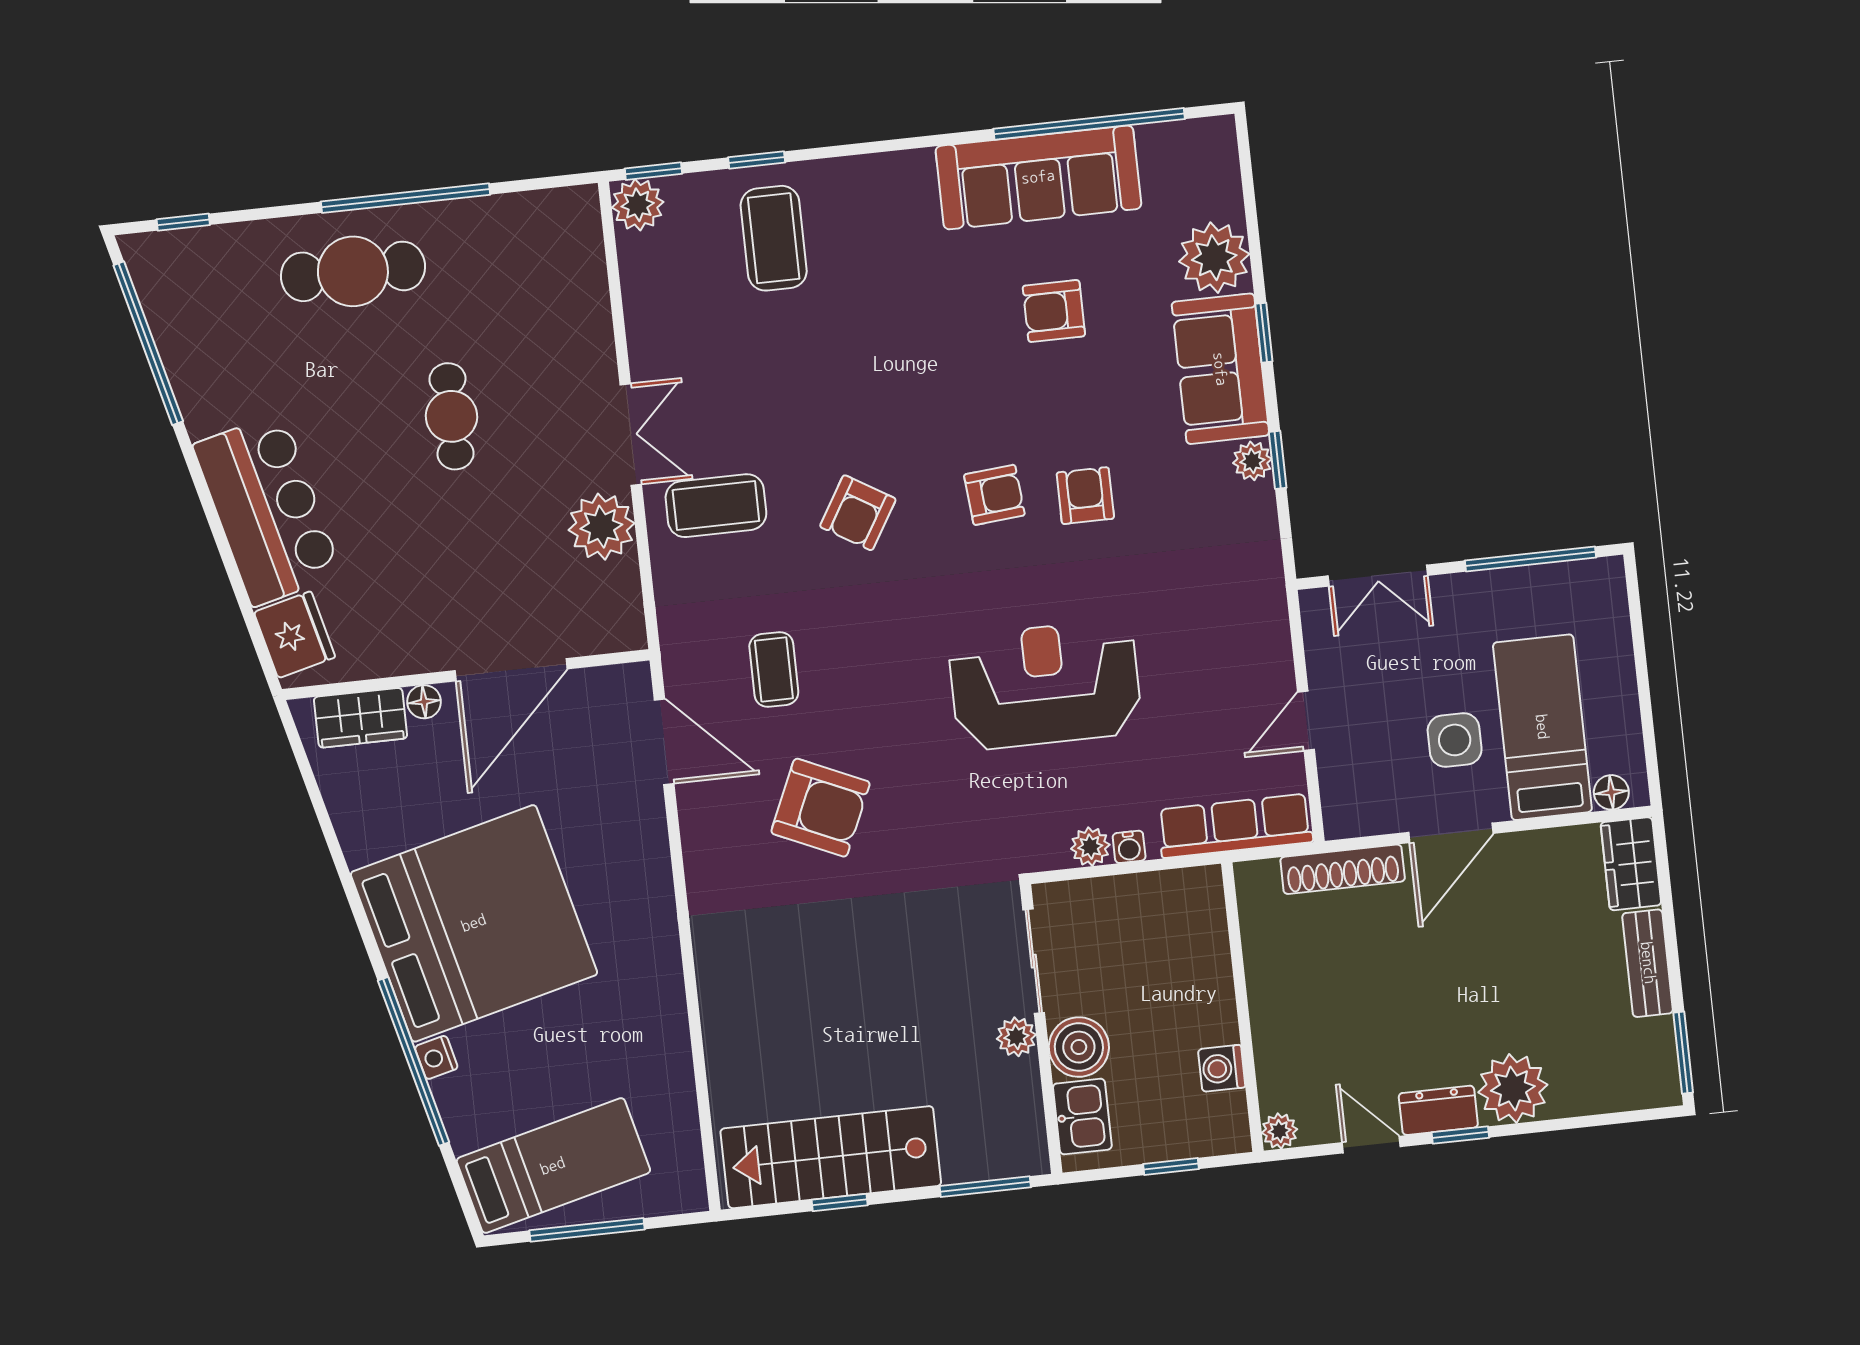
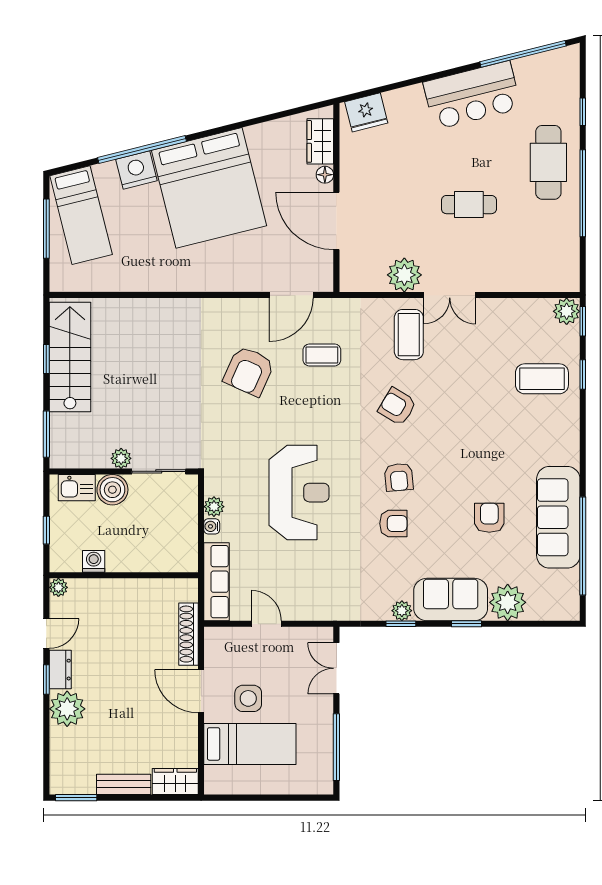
window: (183, 222) -> (583, 112), moved
bar counter: (267, 510) -> (472, 95), moved
floor lamp: (1611, 792) -> (213, 775), removed
nightstand: (436, 1057) -> (136, 170), width x1.89, depth x1.79

